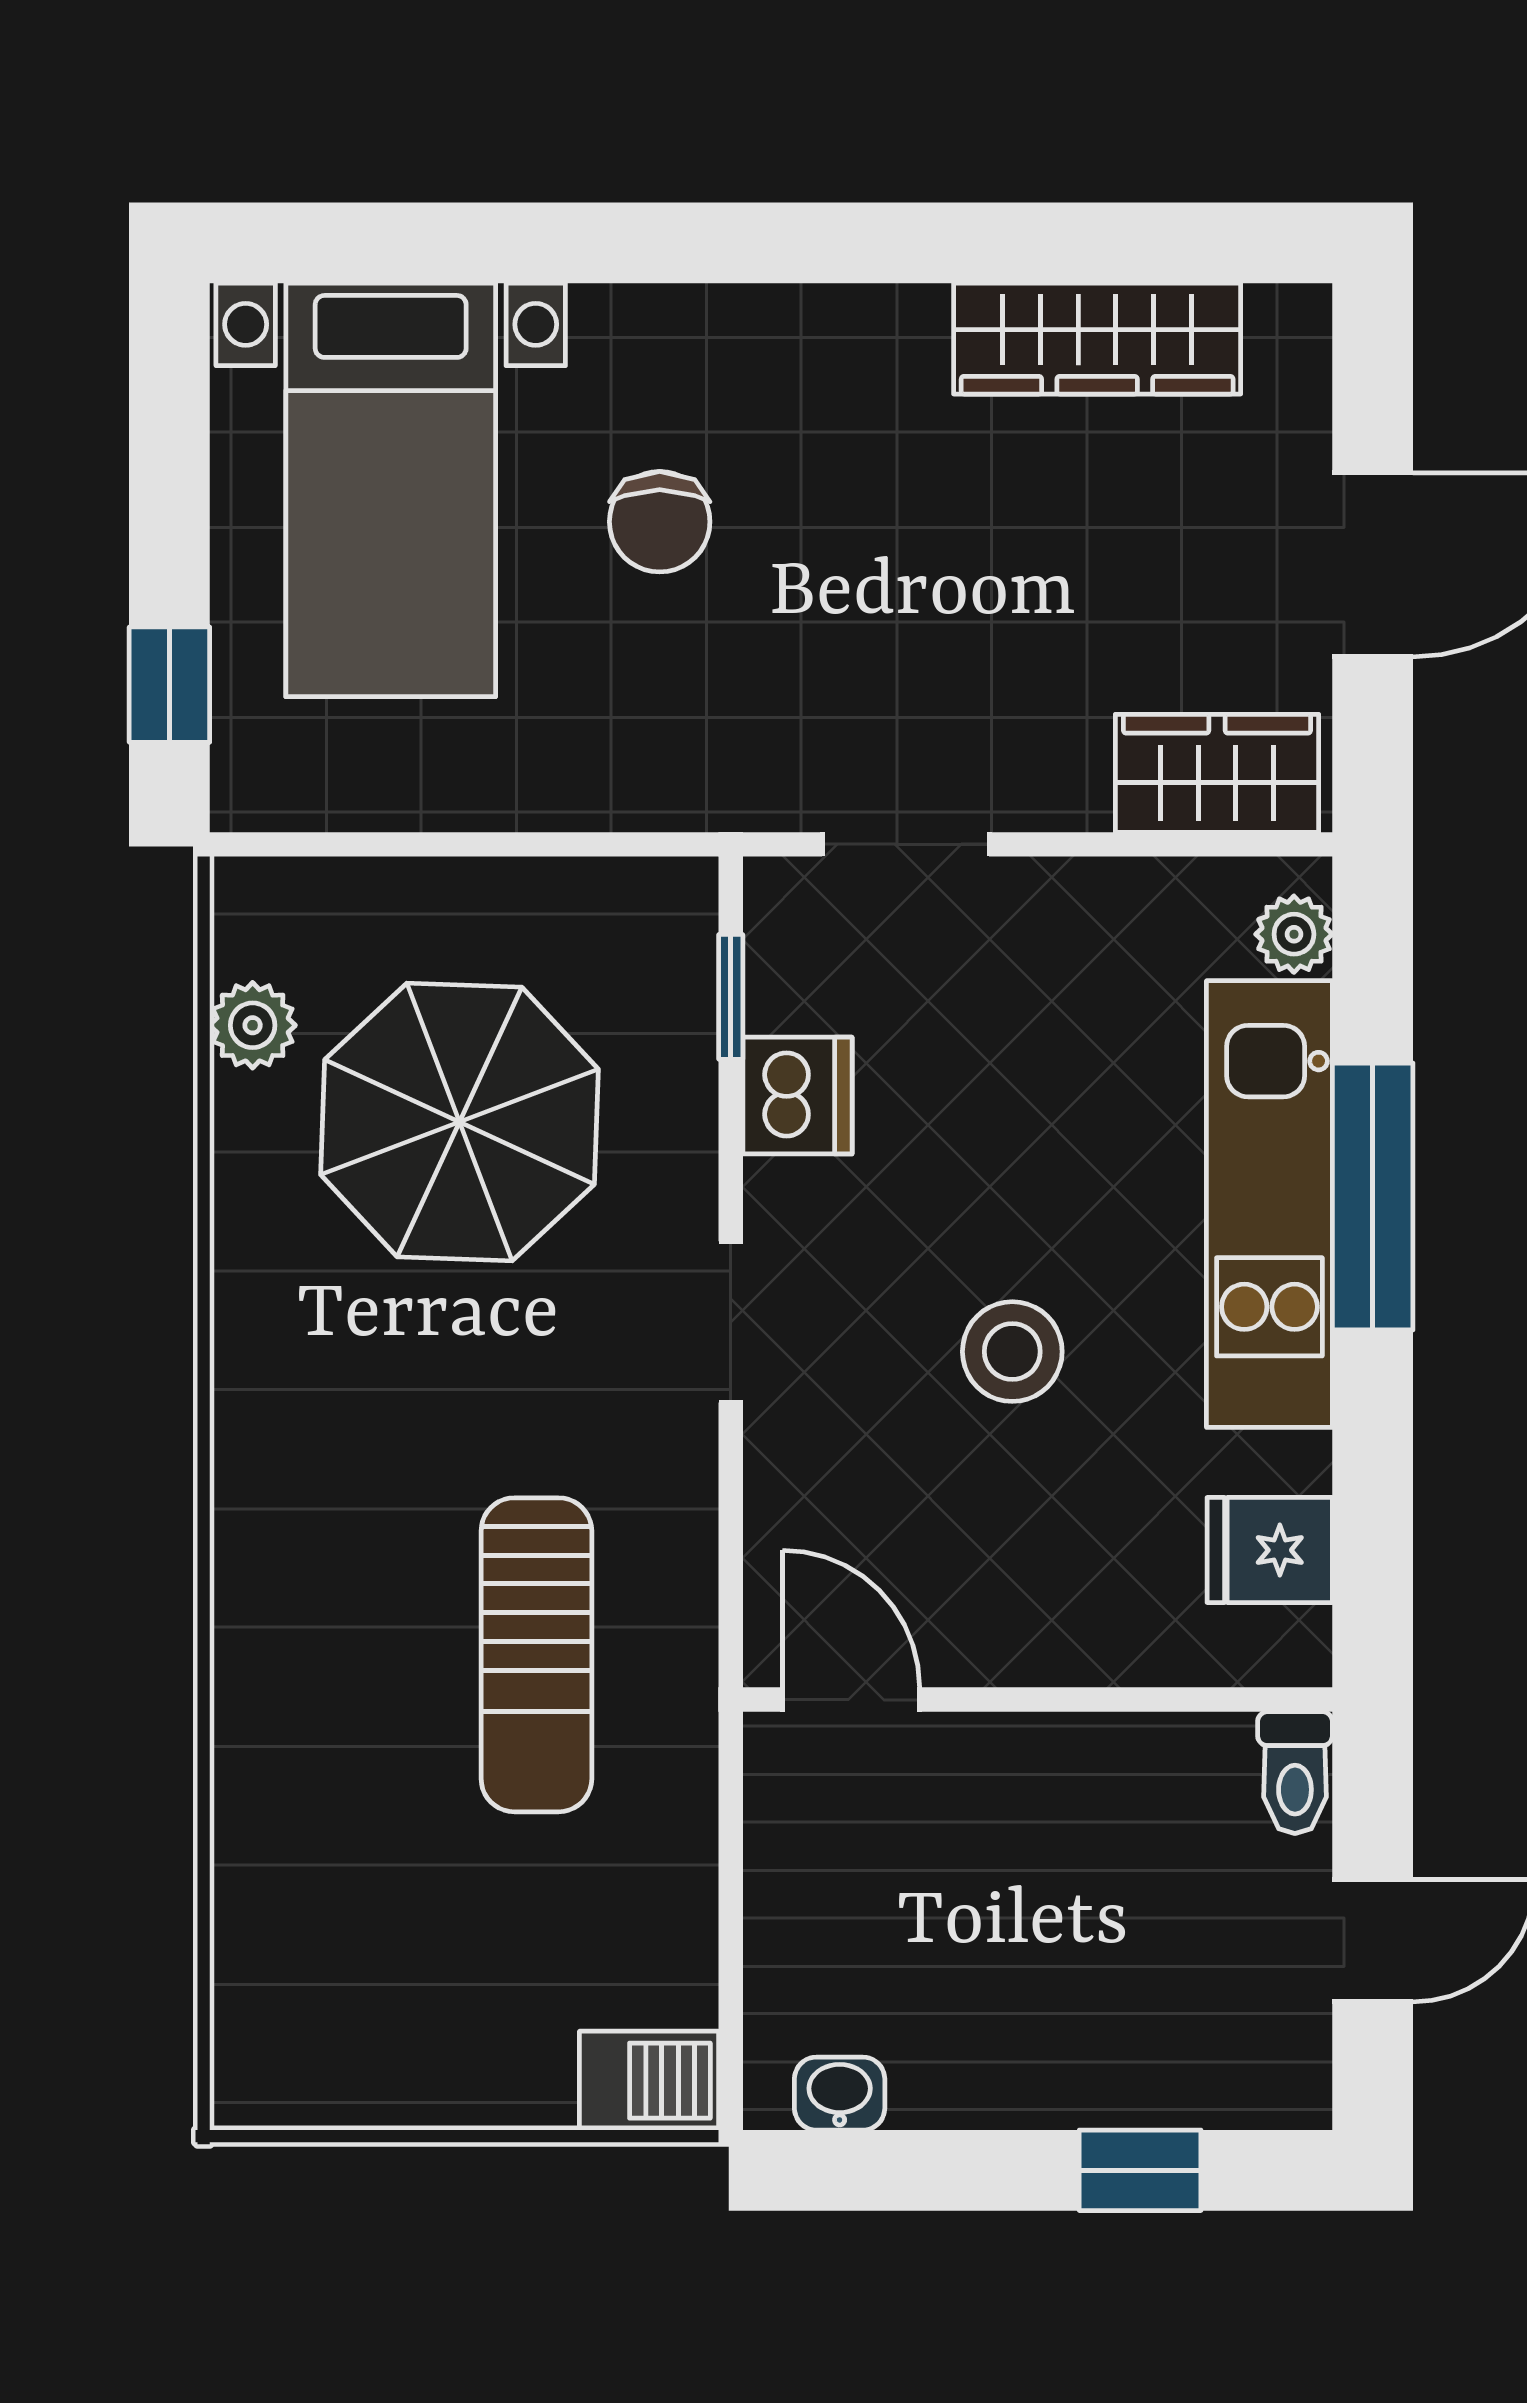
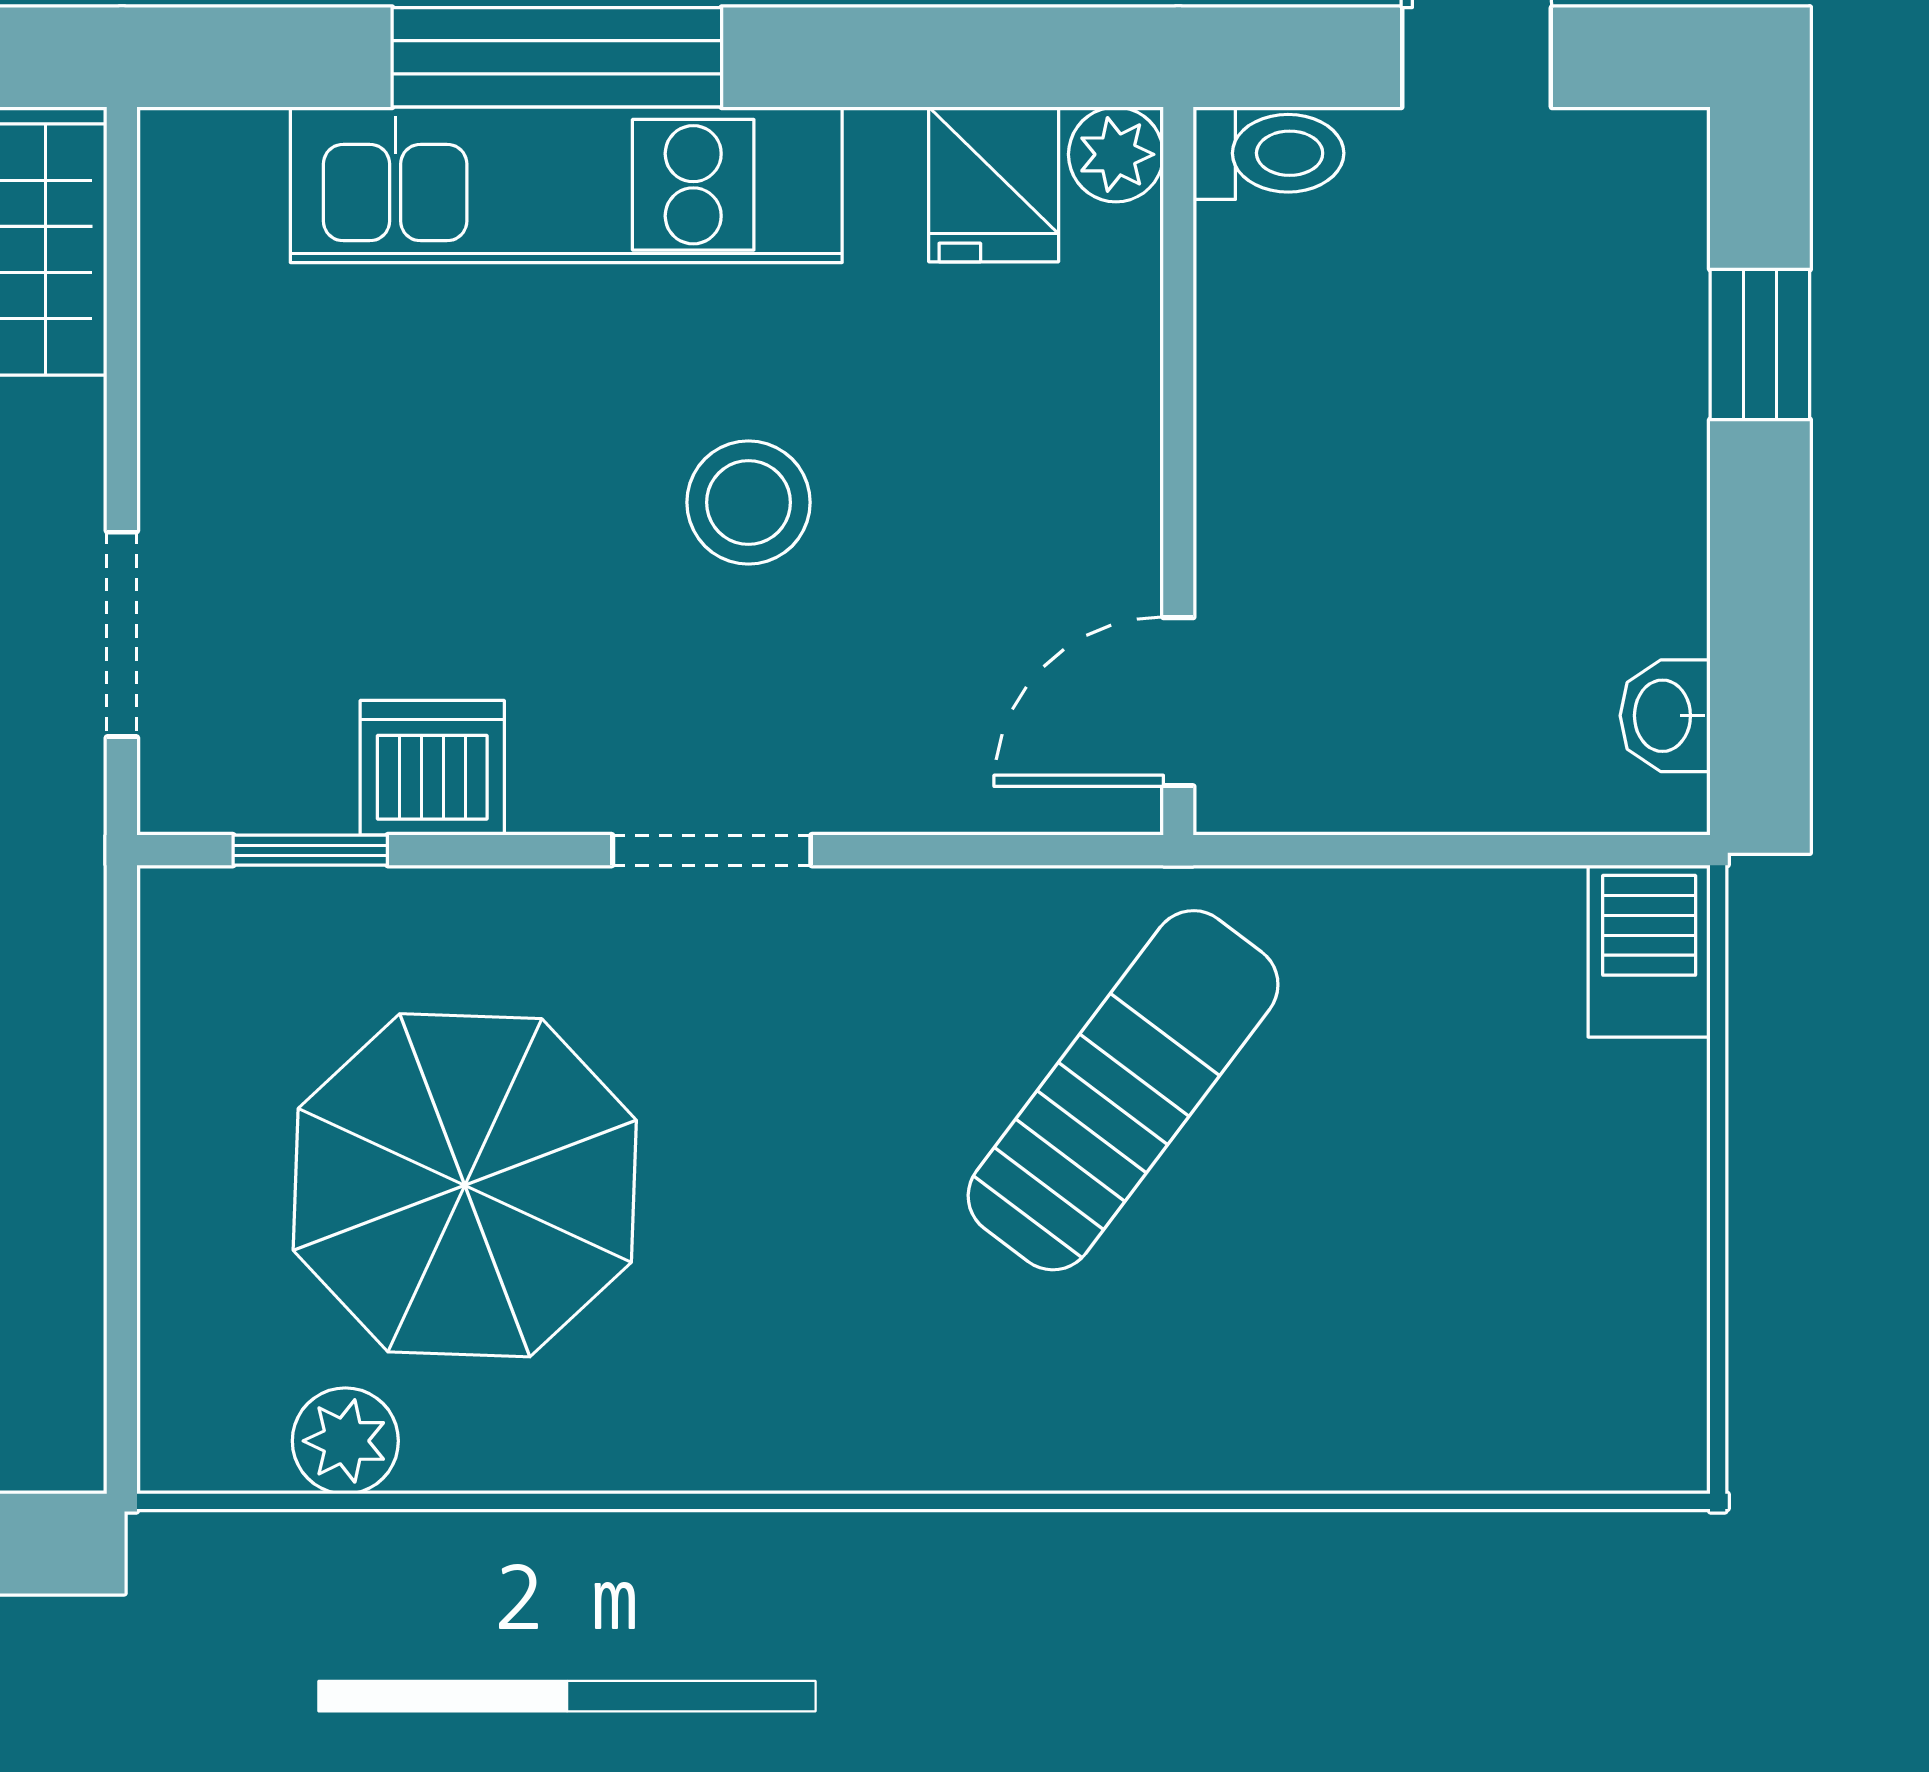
plant: (1294, 934) -> (1116, 154), moved
sun lounger: (536, 1655) -> (1123, 1090), turned -53

